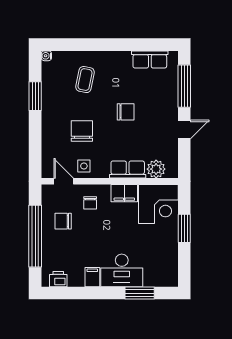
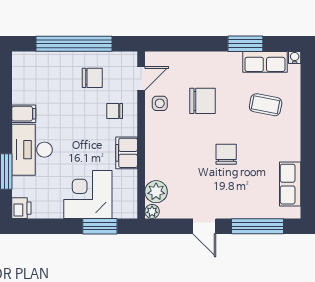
chair: (126, 112) -> (226, 154), turned 180
row of seats: (128, 170) -> (265, 62), moved, turned 90
plant: (172, 172) -> (152, 211), added
corner desk: (158, 204) -> (88, 194), moved, turned 90
chair: (63, 221) -> (92, 78), turned 90
window: (184, 228) -> (100, 226), moved
printer: (58, 279) -> (21, 208), moved

